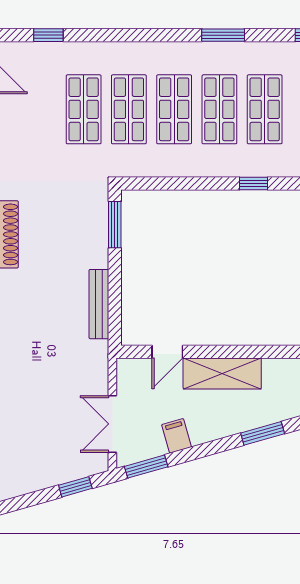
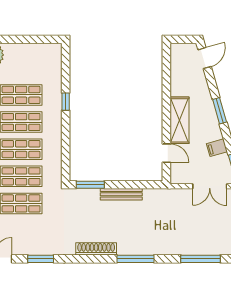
bench: (99, 304) -> (121, 194), moved
window: (263, 433) -> (220, 111), moved

